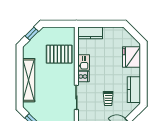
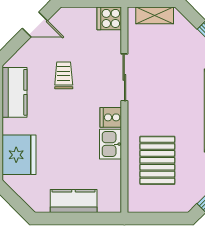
kitchen counter: (90, 33) -> (74, 201), moved
pallet: (59, 54) -> (157, 160), turned 90

